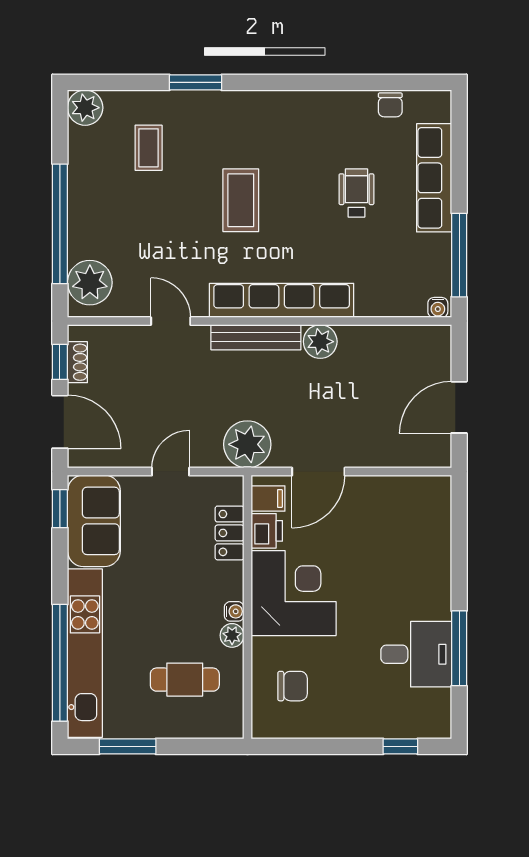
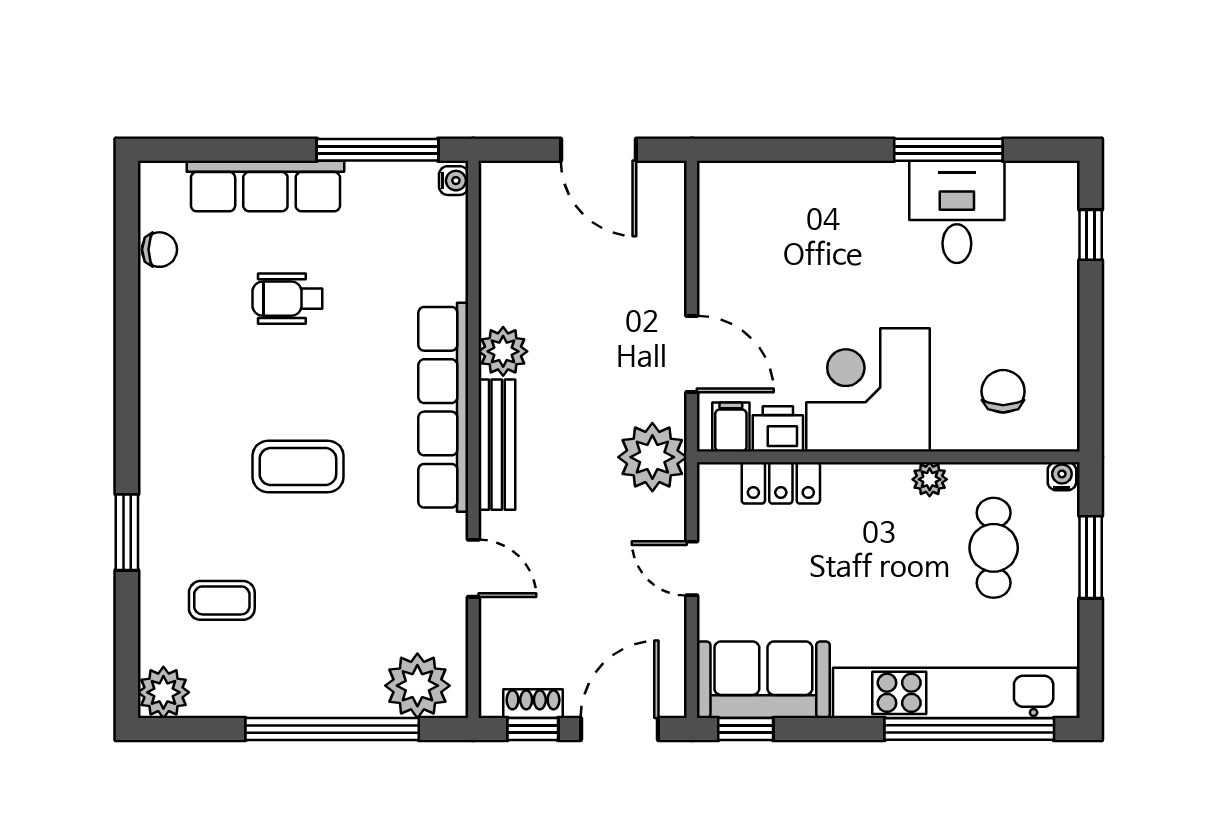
door: (171, 321) -> (473, 568), swing flipped
water cooler: (234, 611) -> (1062, 476), moved
window: (128, 746) -> (1091, 557), moved

